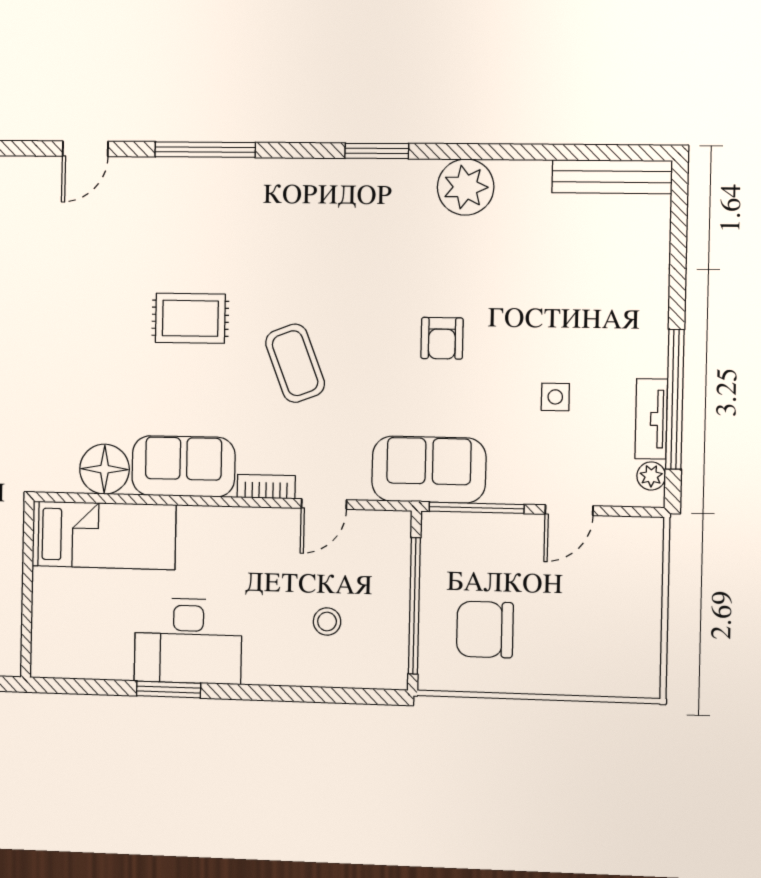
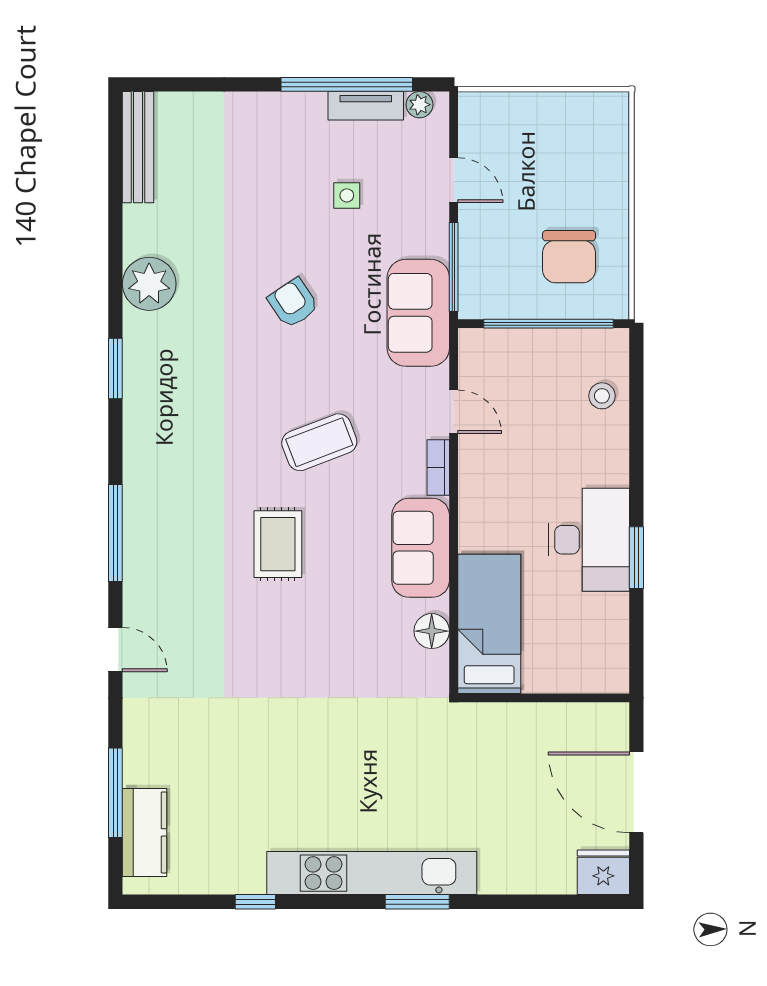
armchair: (442, 338) -> (293, 303), turned -124
floor lamp: (105, 469) -> (432, 631), width x0.73, depth x0.73
stool: (327, 622) -> (602, 396), moved

